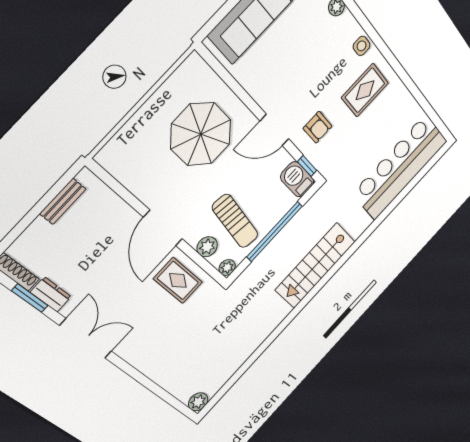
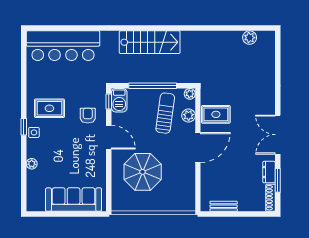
window: (377, 40) -> (24, 127), added
rug: (178, 281) -> (216, 114), turned 90
plant: (198, 402) -> (250, 38), moved

